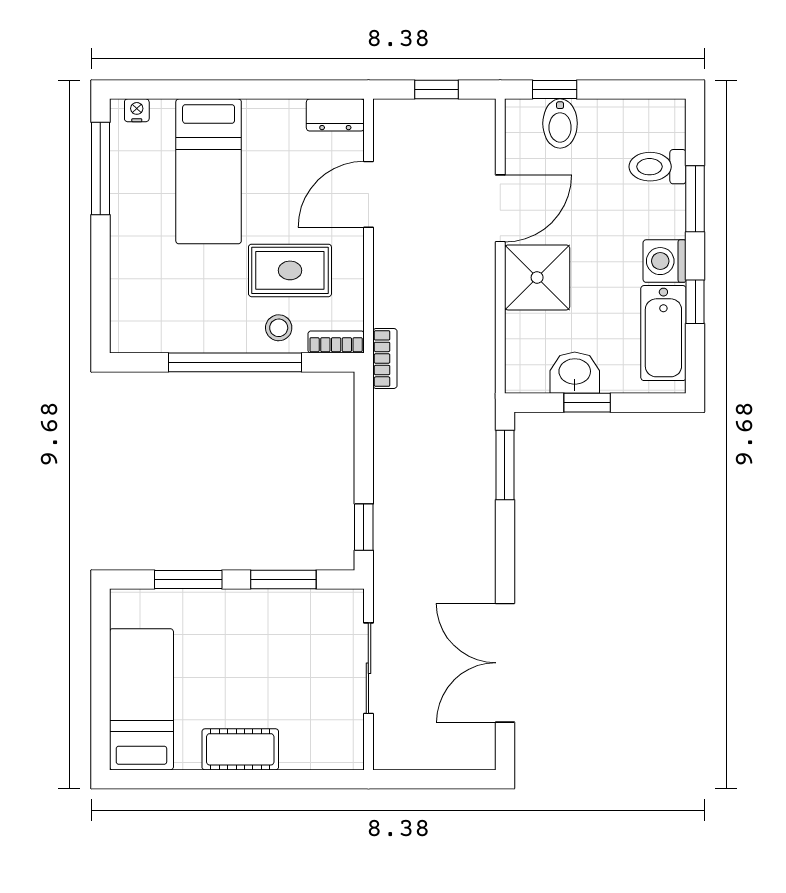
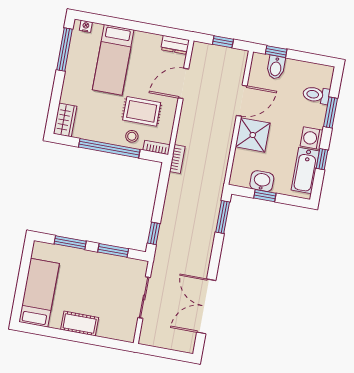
wardrobe: (129, 319) -> (65, 120), added

